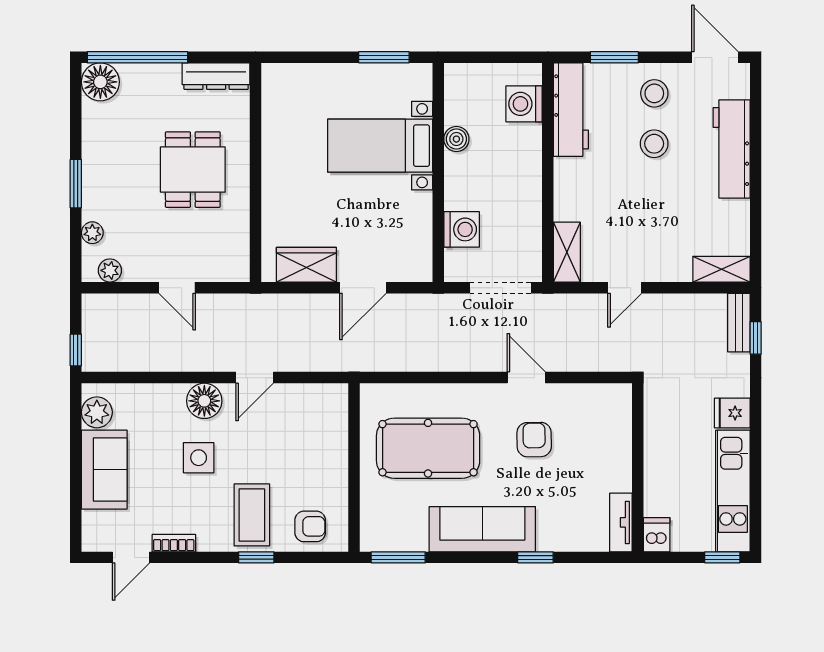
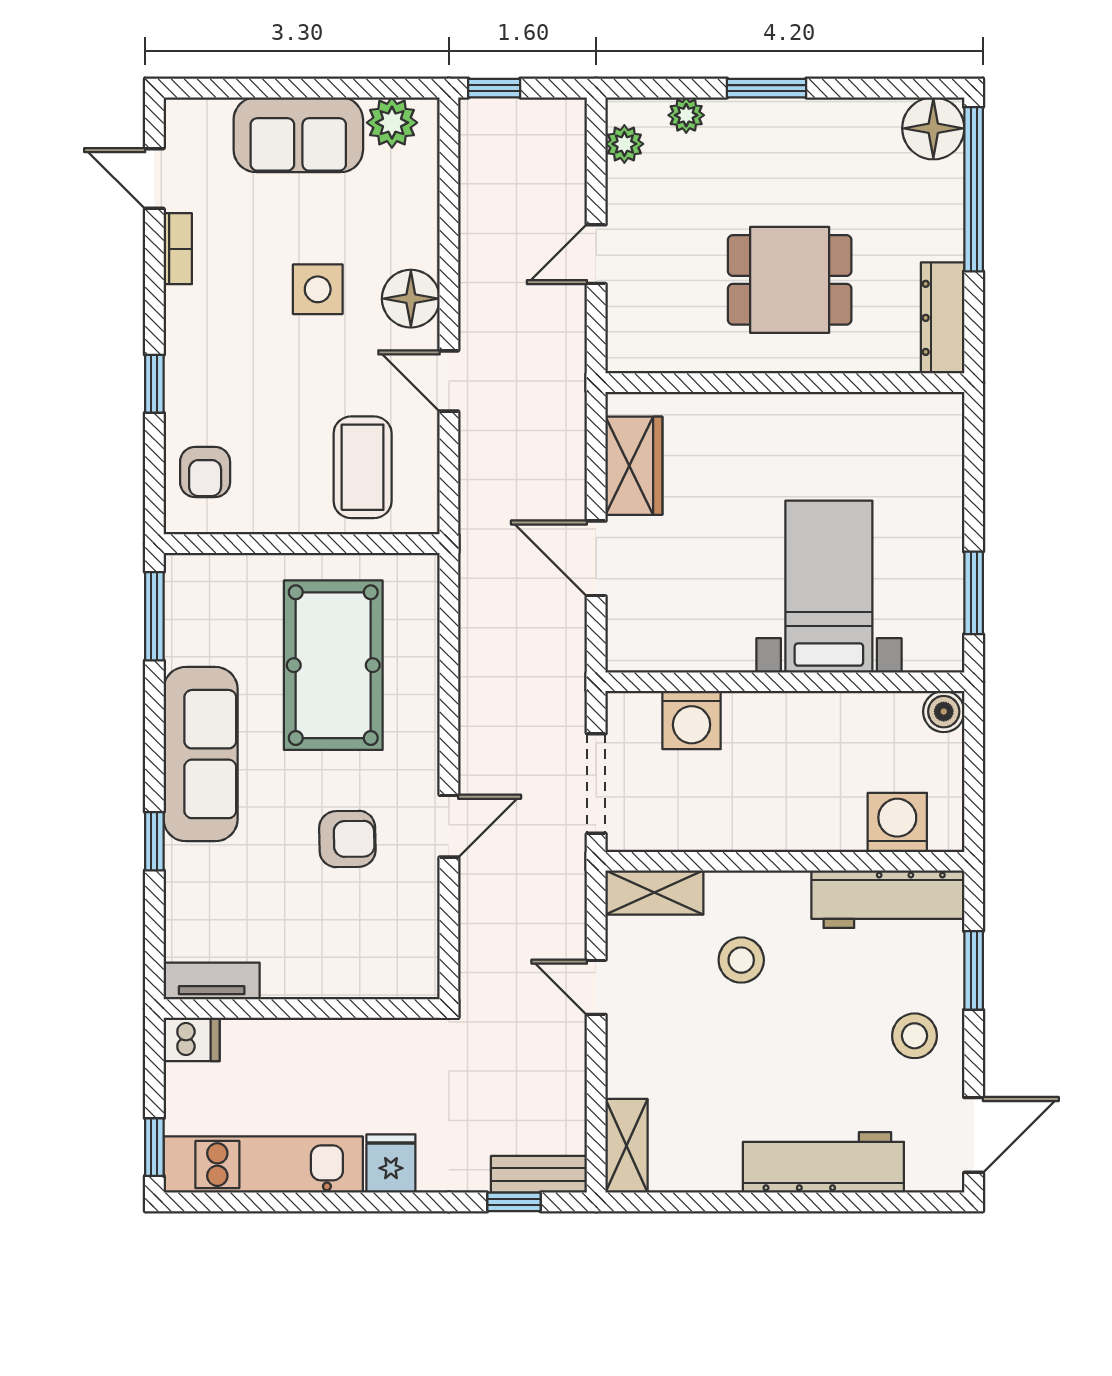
boiler: (456, 139) -> (944, 712), moved
stool: (654, 144) -> (741, 960), moved
coffee table: (252, 515) -> (363, 467), moved, turned 90

